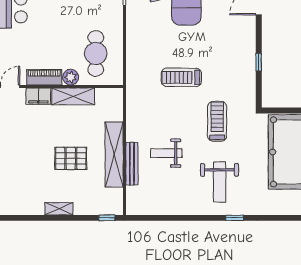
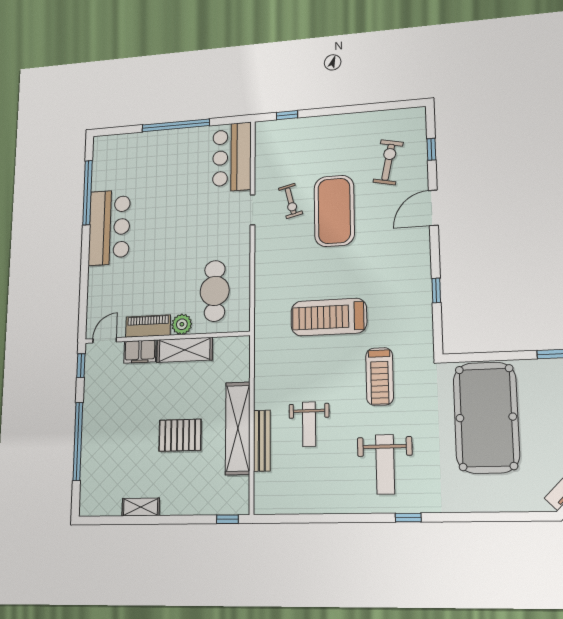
treadmill: (181, 77) -> (329, 317), width x1.37, depth x1.38
treadmill: (217, 121) -> (380, 376), turned 180
weight bench: (166, 153) -> (309, 424), turned -90
shelving: (59, 209) -> (141, 507), moved

